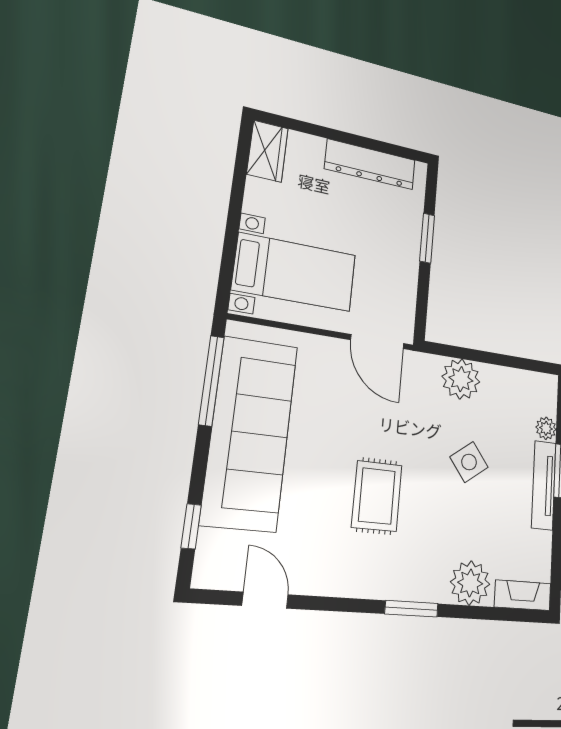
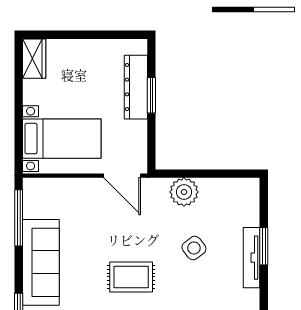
dresser: (370, 164) -> (136, 87), moved, turned 90
plant: (546, 428) -> (251, 218), removed
sofa: (250, 433) -> (41, 262), width x0.74, depth x0.79
rug: (377, 496) -> (131, 277), turned 90

